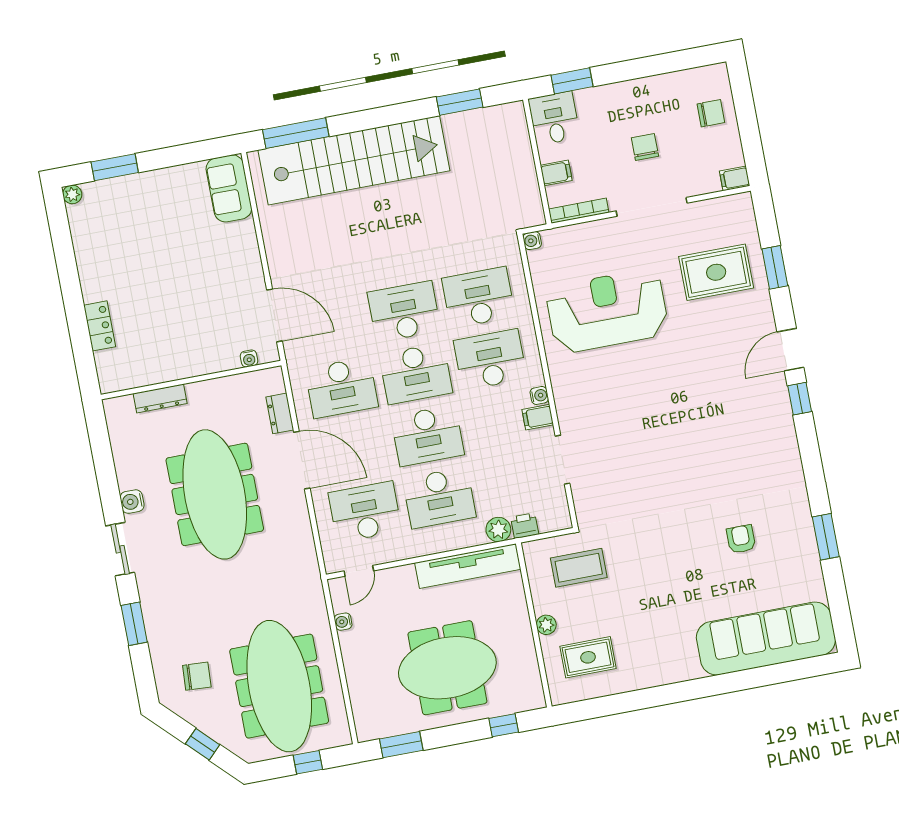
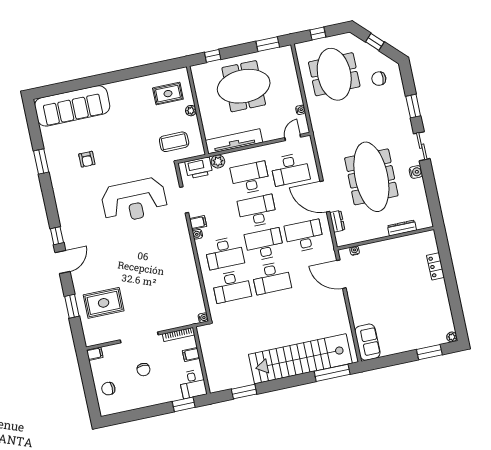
reception desk: (607, 311) -> (134, 200), moved
printer: (525, 526) -> (199, 168), width x1.87, depth x1.48
meeting table: (279, 686) -> (334, 74), width x0.73

